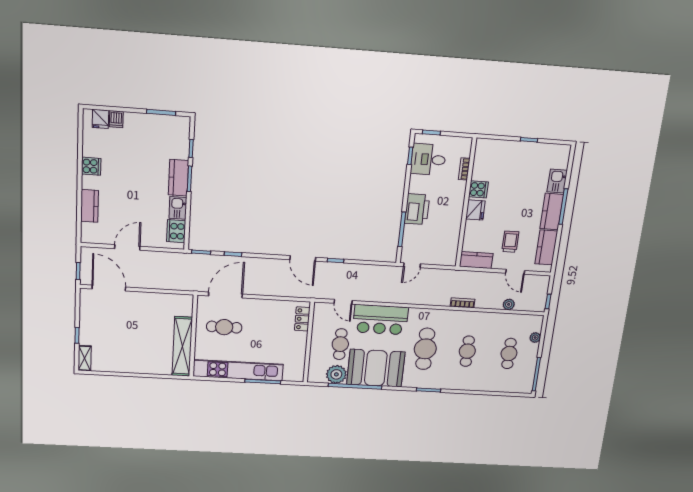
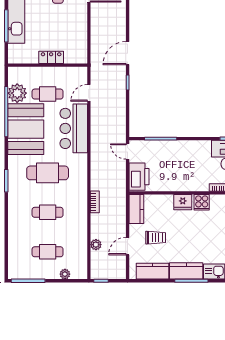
printer: (417, 209) -> (139, 177), moved, turned -90
locker: (302, 319) -> (51, 57), moved

